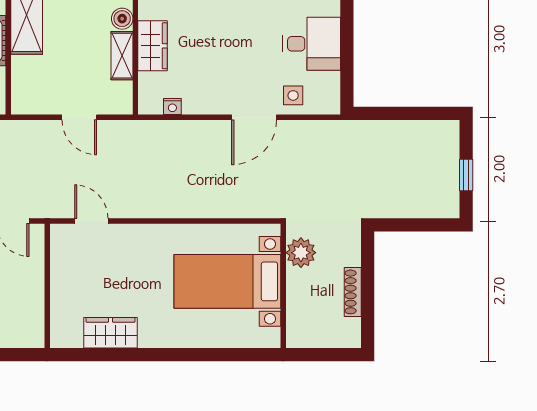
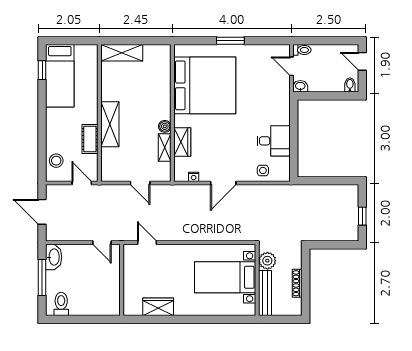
door: (254, 117) -> (223, 183), moved
bench: (297, 309) -> (265, 293), added

